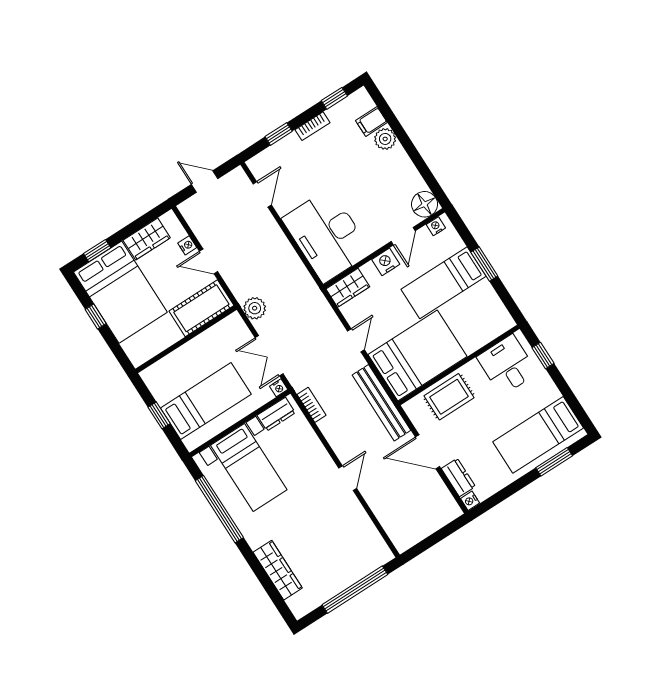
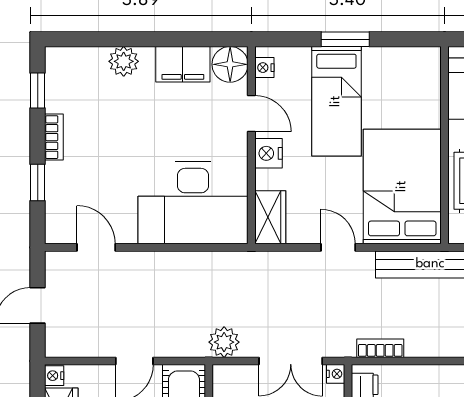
filing cabinet: (371, 122) -> (183, 64), moved, width x2.00
nightstand: (187, 245) -> (54, 376), moved, turned -90

